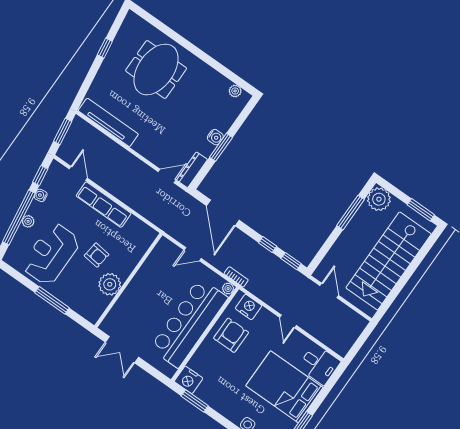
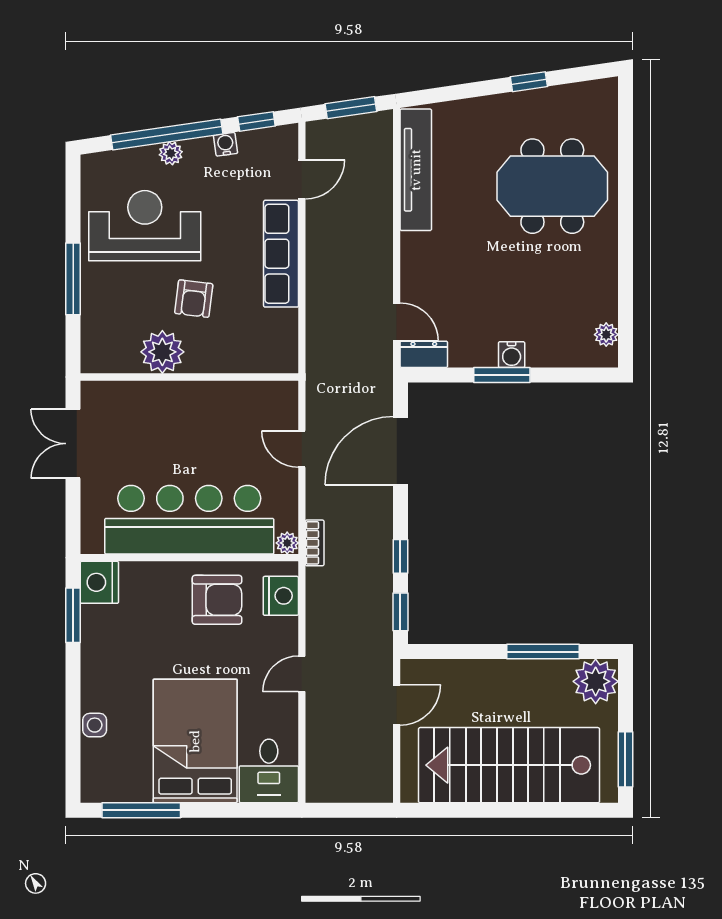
dresser: (192, 170) -> (424, 354), width x0.70

